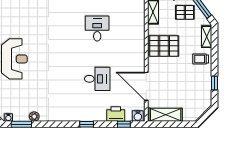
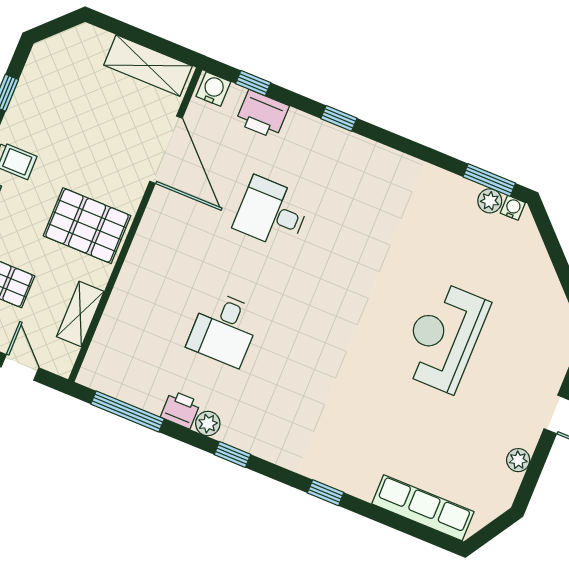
plant: (34, 117) -> (490, 201), moved

